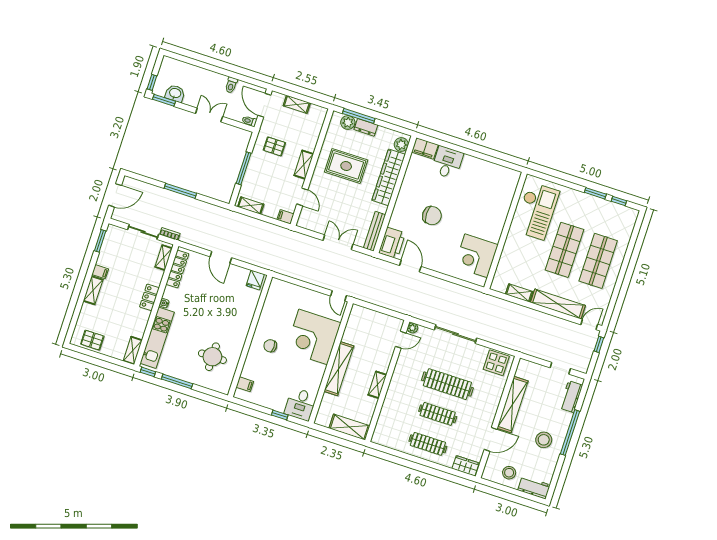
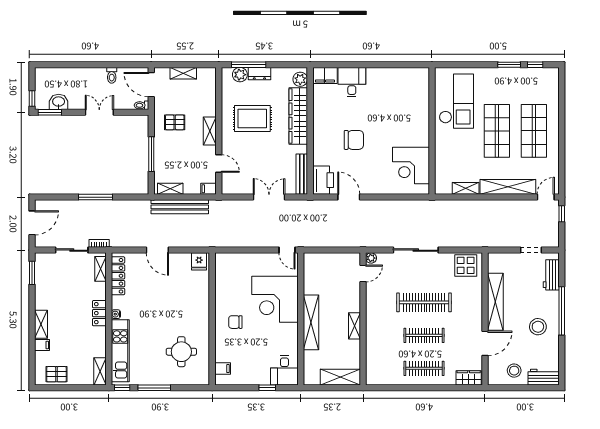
bench: (254, 225) -> (180, 207), added
filing cabinet: (100, 272) -> (42, 345), moved

